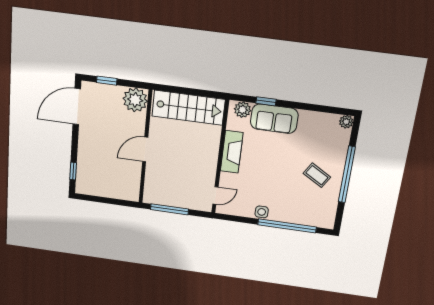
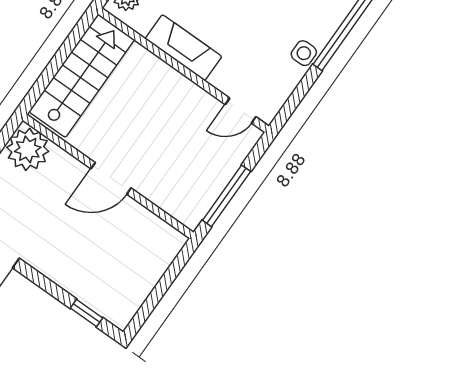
door: (145, 149) -> (111, 178), hinge flipped
door: (215, 196) -> (241, 111), swing flipped

